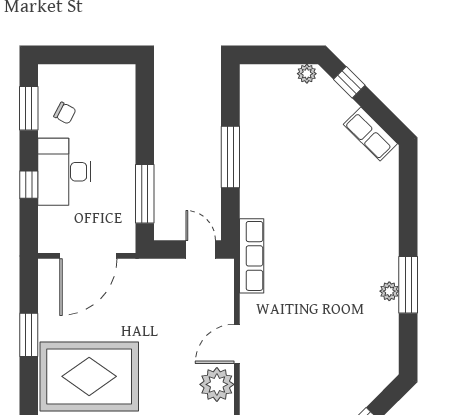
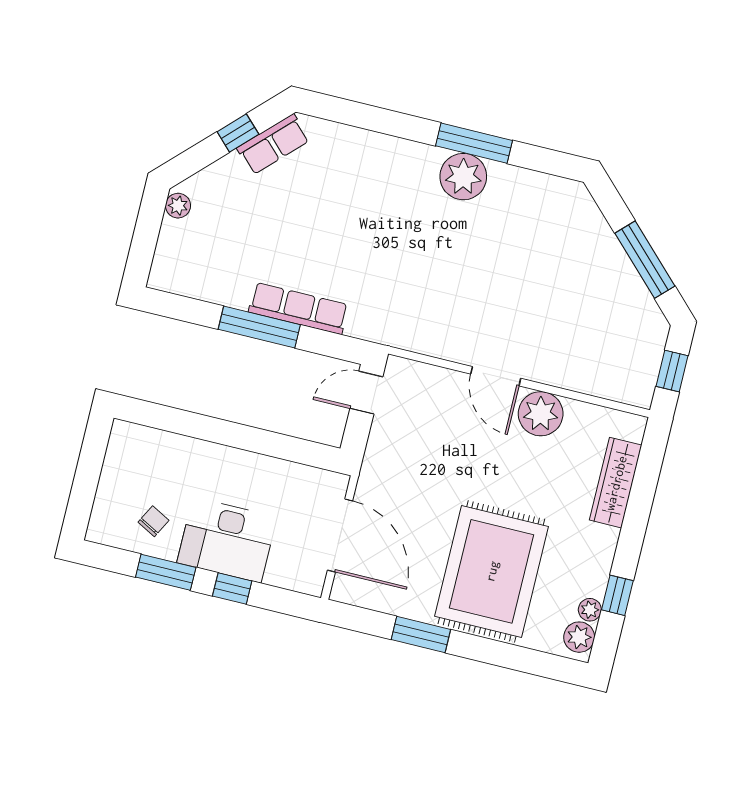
window: (349, 82) -> (238, 133), moved
window: (29, 108) -> (166, 572), moved
window: (145, 194) -> (279, 446), removed
row of seats: (252, 256) -> (298, 308), moved
plant: (389, 291) -> (463, 177), width x1.88, depth x1.88

